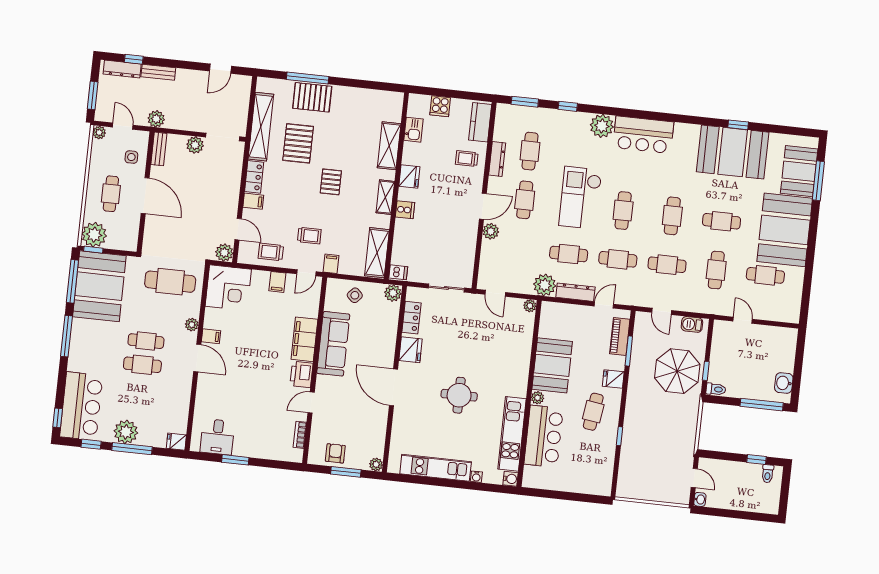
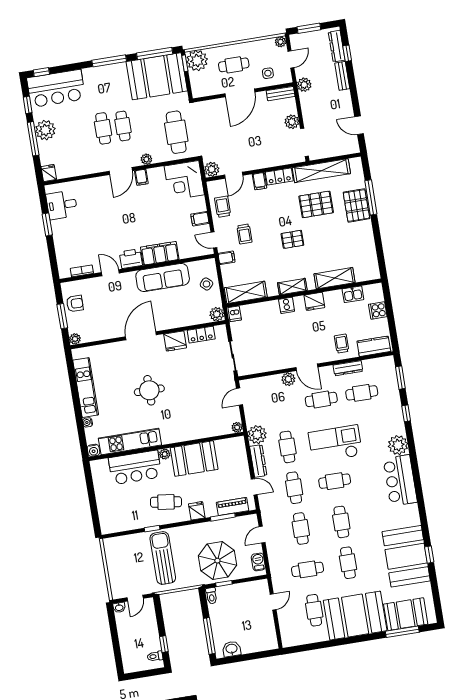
cafe table: (672, 216) -> (341, 522), turned 90
sun lounger: (657, 433) -> (163, 558), added

